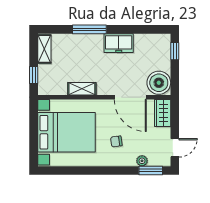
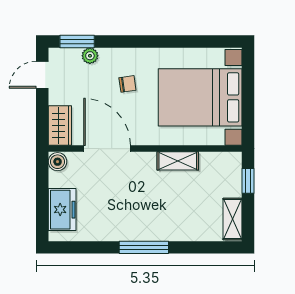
window: (89, 29) -> (144, 247), moved
freezer: (119, 43) -> (62, 210), moved, turned 90
window: (175, 51) -> (42, 216), removed
boiler: (159, 83) -> (58, 162), width x0.54, depth x0.54

